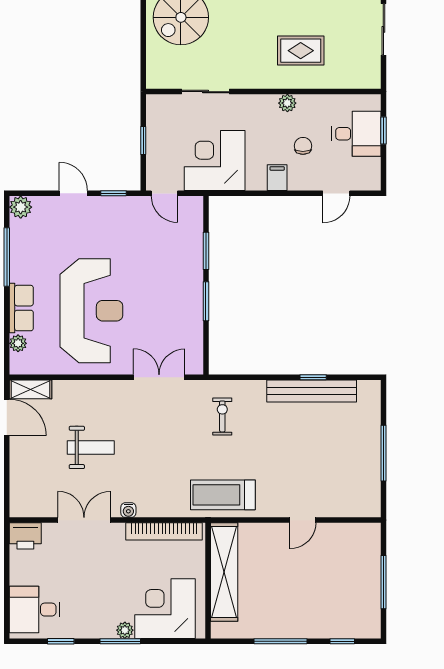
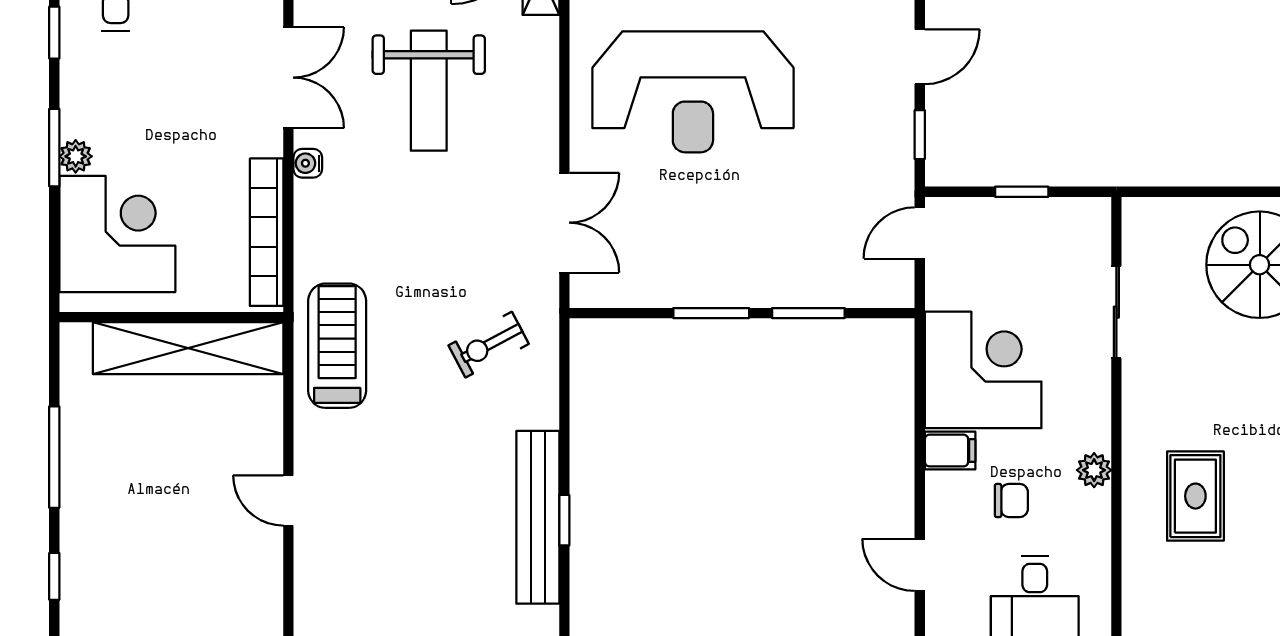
corner desk: (215, 160) -> (983, 370), moved
exercise bike: (222, 416) -> (489, 345), turned 152
weight bench: (91, 447) -> (429, 91), width x1.36, depth x1.33

